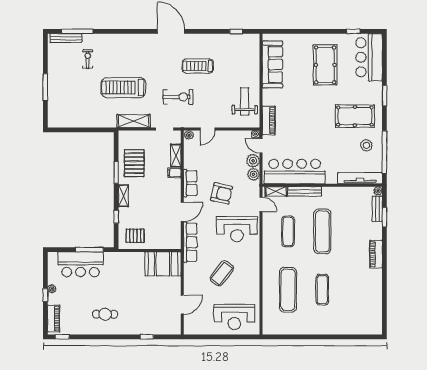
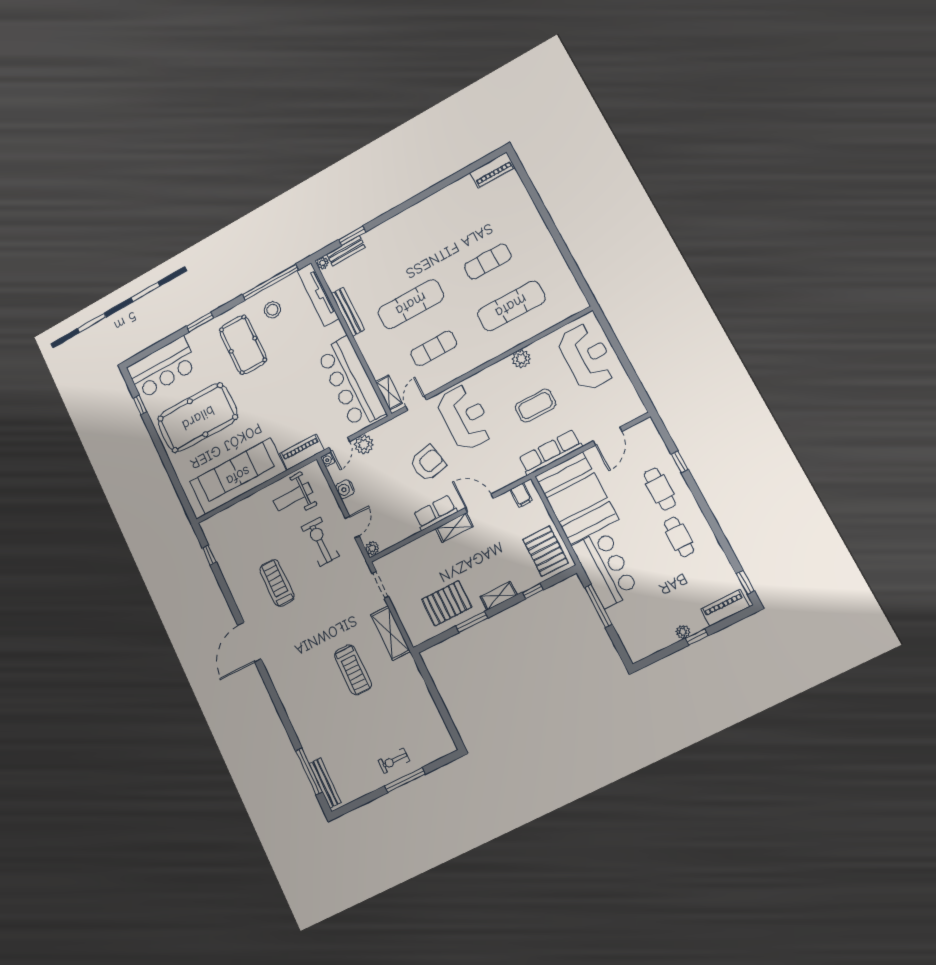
exercise bike: (88, 59) -> (394, 761), moved
sofa: (272, 64) -> (238, 476), width x1.36, depth x1.27
pool table: (325, 65) -> (198, 418), width x1.36, depth x1.32
treadmill: (198, 66) -> (277, 583), turned 180
treadmill: (123, 88) -> (353, 670), width x0.73, depth x0.73
exercise bike: (178, 97) -> (320, 542), moved
door: (207, 129) -> (352, 527), hinge flipped
water cooler: (232, 136) -> (345, 489), added
shelving: (176, 155) -> (454, 527), moved
filing cabinet: (174, 173) -> (521, 495), moved
plant: (254, 174) -> (521, 359), moved
bench: (305, 191) -> (348, 312), moved
armchair: (221, 193) -> (428, 463), turned 65
pallet: (135, 236) -> (545, 551), width x1.50, depth x1.42
row of seats: (190, 242) -> (550, 452), moved
piano: (376, 254) -> (492, 170), moved
bar counter: (81, 264) -> (605, 568), moved
booth: (163, 264) -> (577, 498), width x1.36, depth x1.42
coffee table: (222, 273) -> (535, 406), turned -37
door: (182, 305) -> (607, 436), swing flipped
cafe table: (137, 318) -> (660, 489), added

